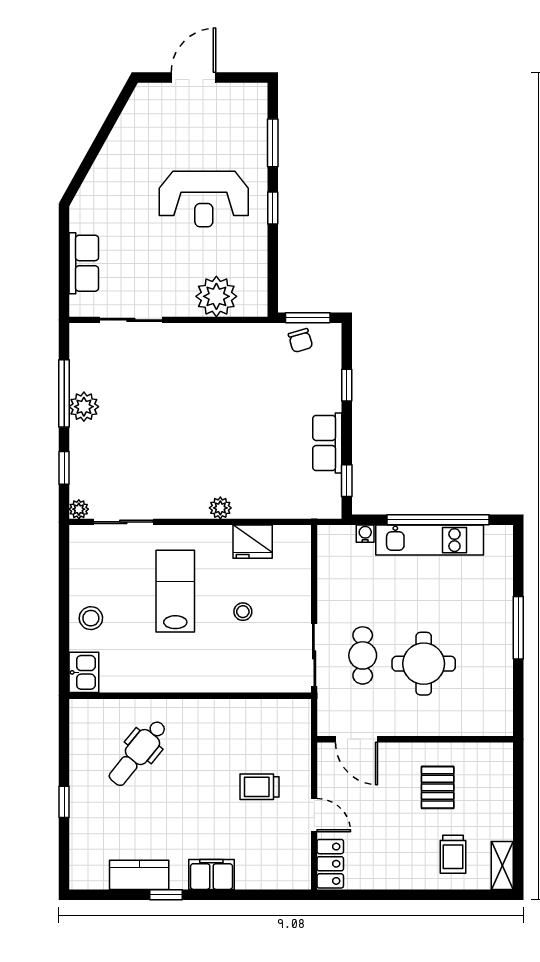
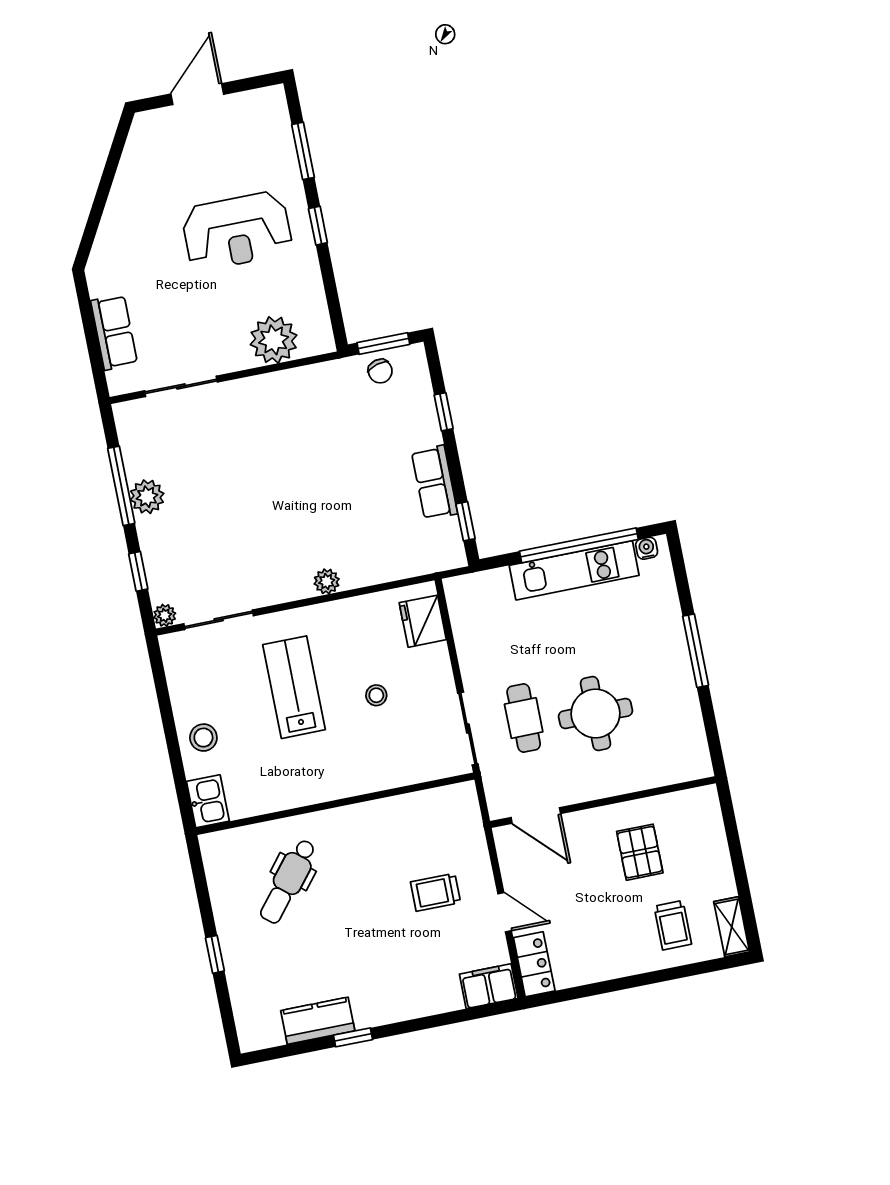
water cooler: (365, 534) -> (647, 548), moved
fridge: (253, 542) -> (423, 621), moved, turned 90
filing cabinet: (211, 874) -> (489, 986), moved

